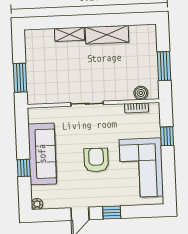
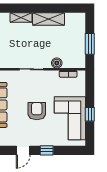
boiler: (141, 93) -> (57, 63), moved
window: (167, 136) -> (90, 114), moved

